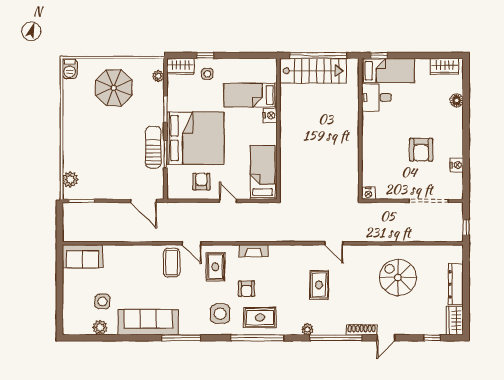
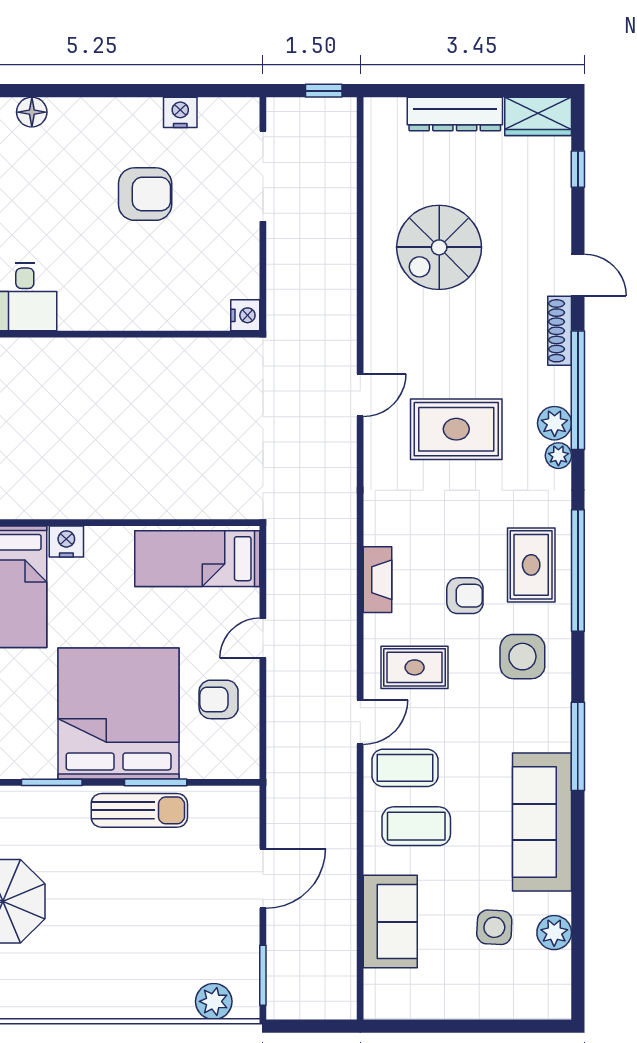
sun lounger: (153, 147) -> (139, 810), turned 180
door: (144, 201) -> (263, 878), moved
sofa: (82, 256) -> (390, 922), moved
coffee table: (146, 268) -> (416, 826), added
rug: (319, 285) -> (456, 429), width x1.36, depth x1.43
plant: (322, 328) -> (555, 423), added

